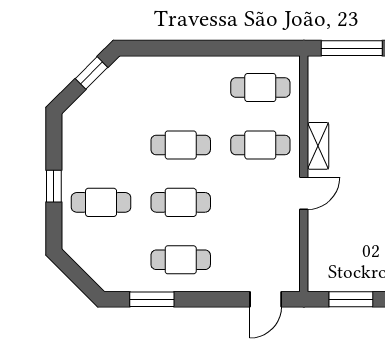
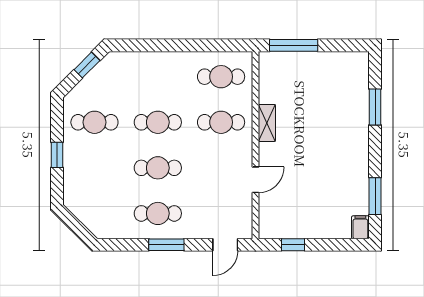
door: (304, 193) -> (256, 180), moved
cafe table: (101, 202) -> (94, 122), moved
window: (152, 299) -> (166, 245), moved
window: (351, 299) -> (293, 245), width x0.67

